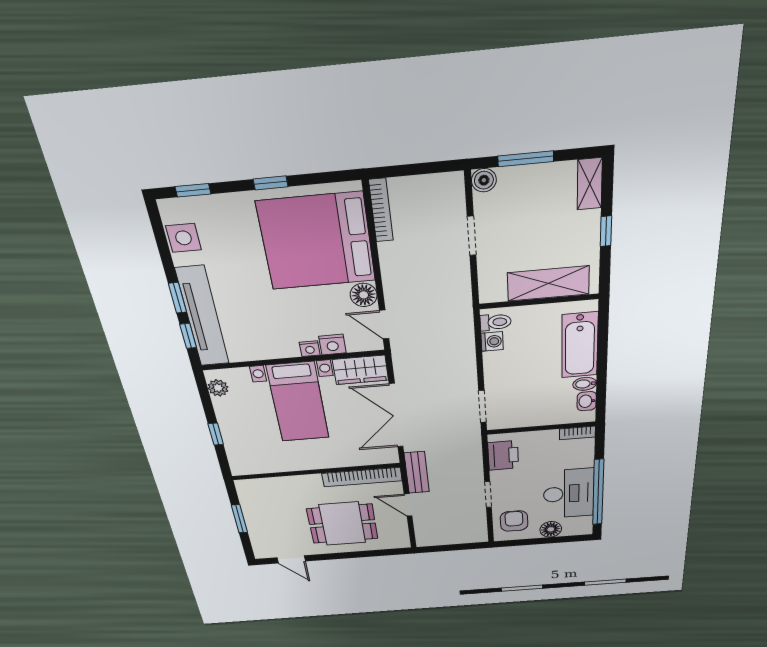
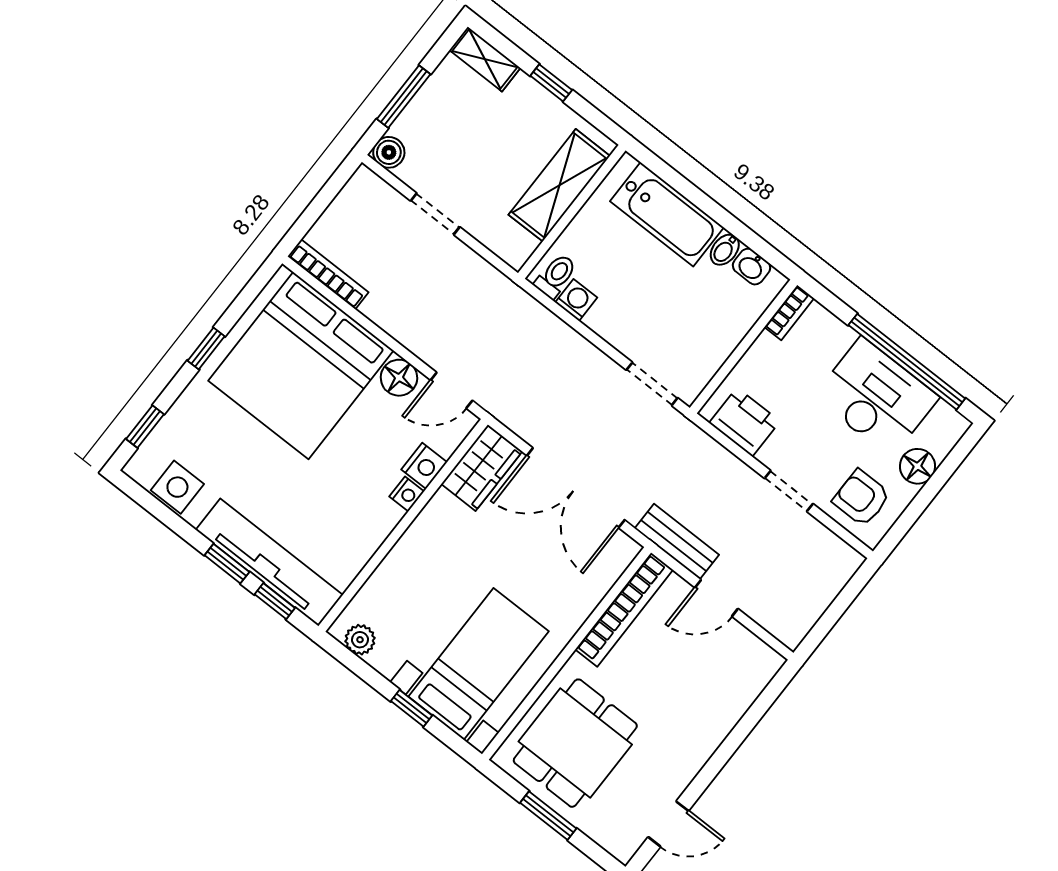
bed with nightstands: (298, 402) -> (479, 664), moved, turned -90
dining table: (342, 524) -> (575, 743), moved

